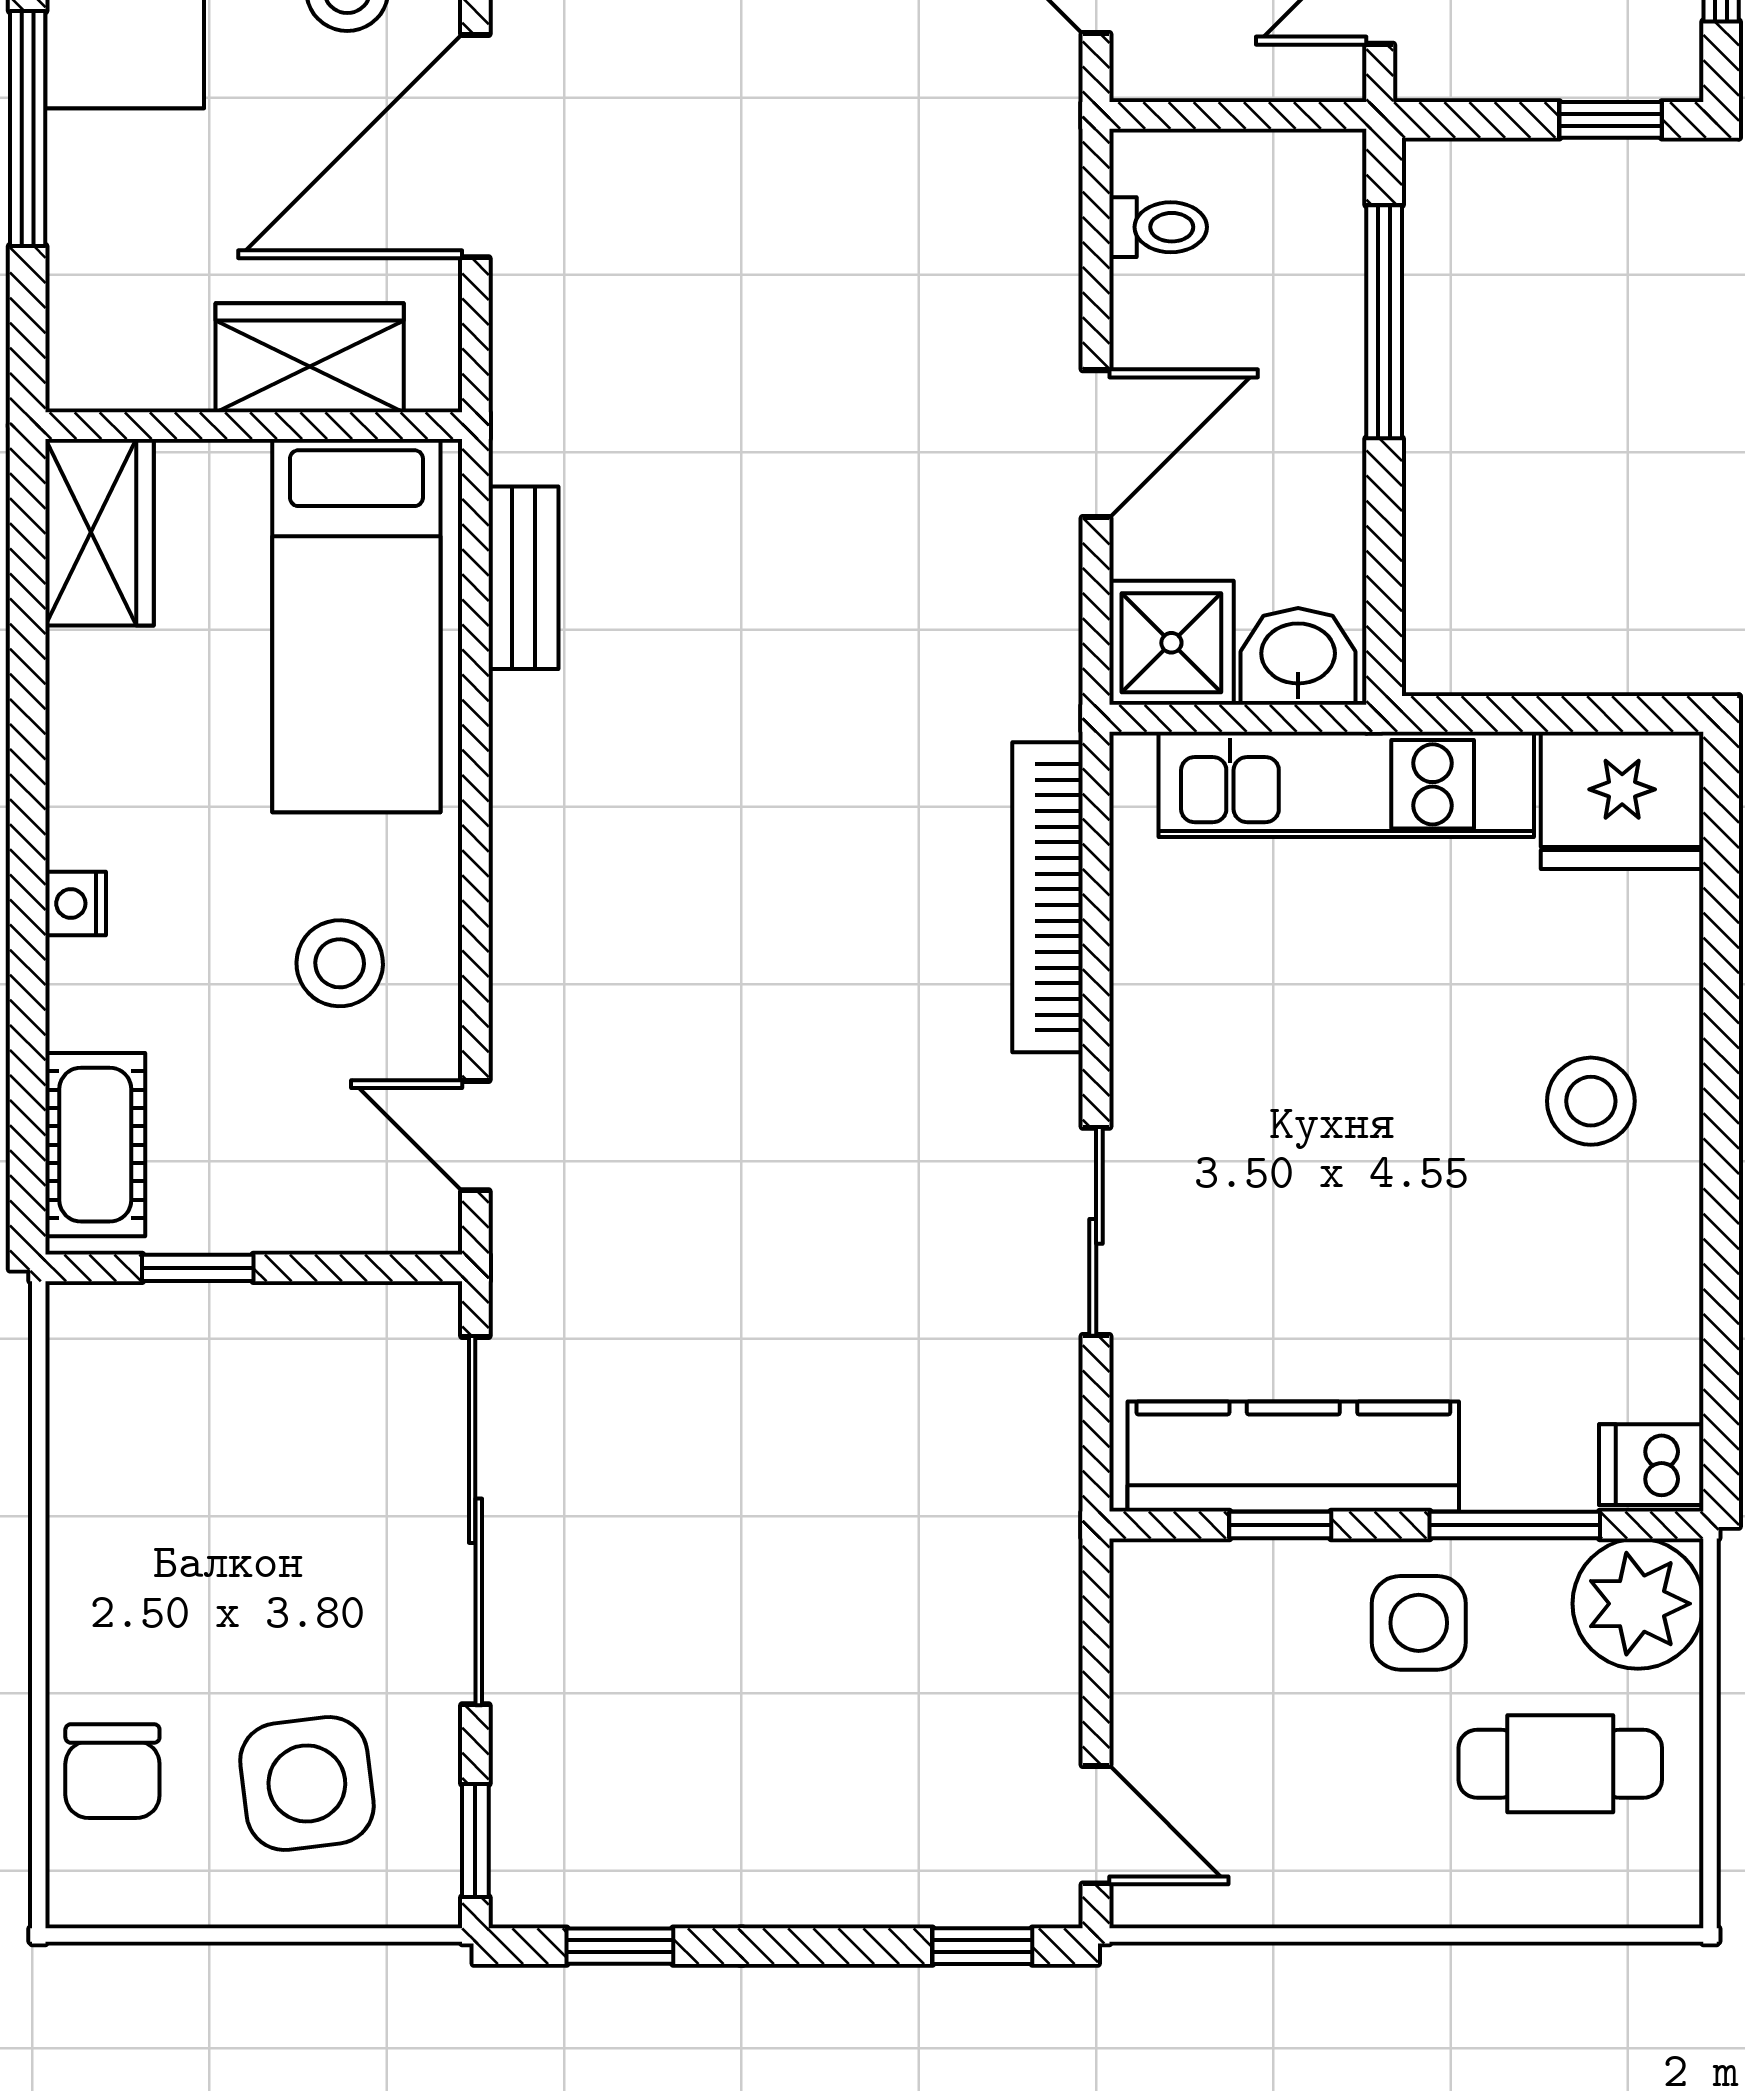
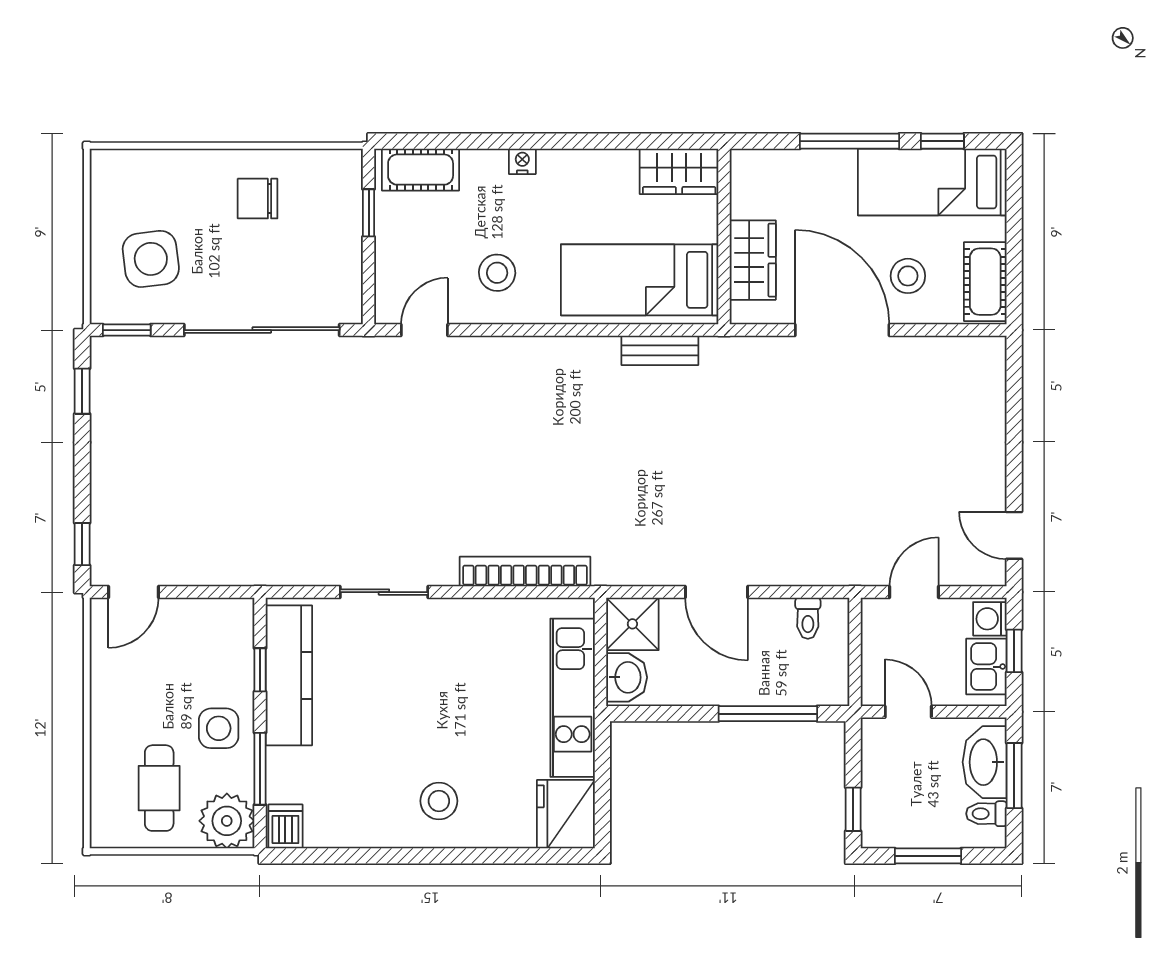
chair: (112, 1771) -> (258, 199), moved

